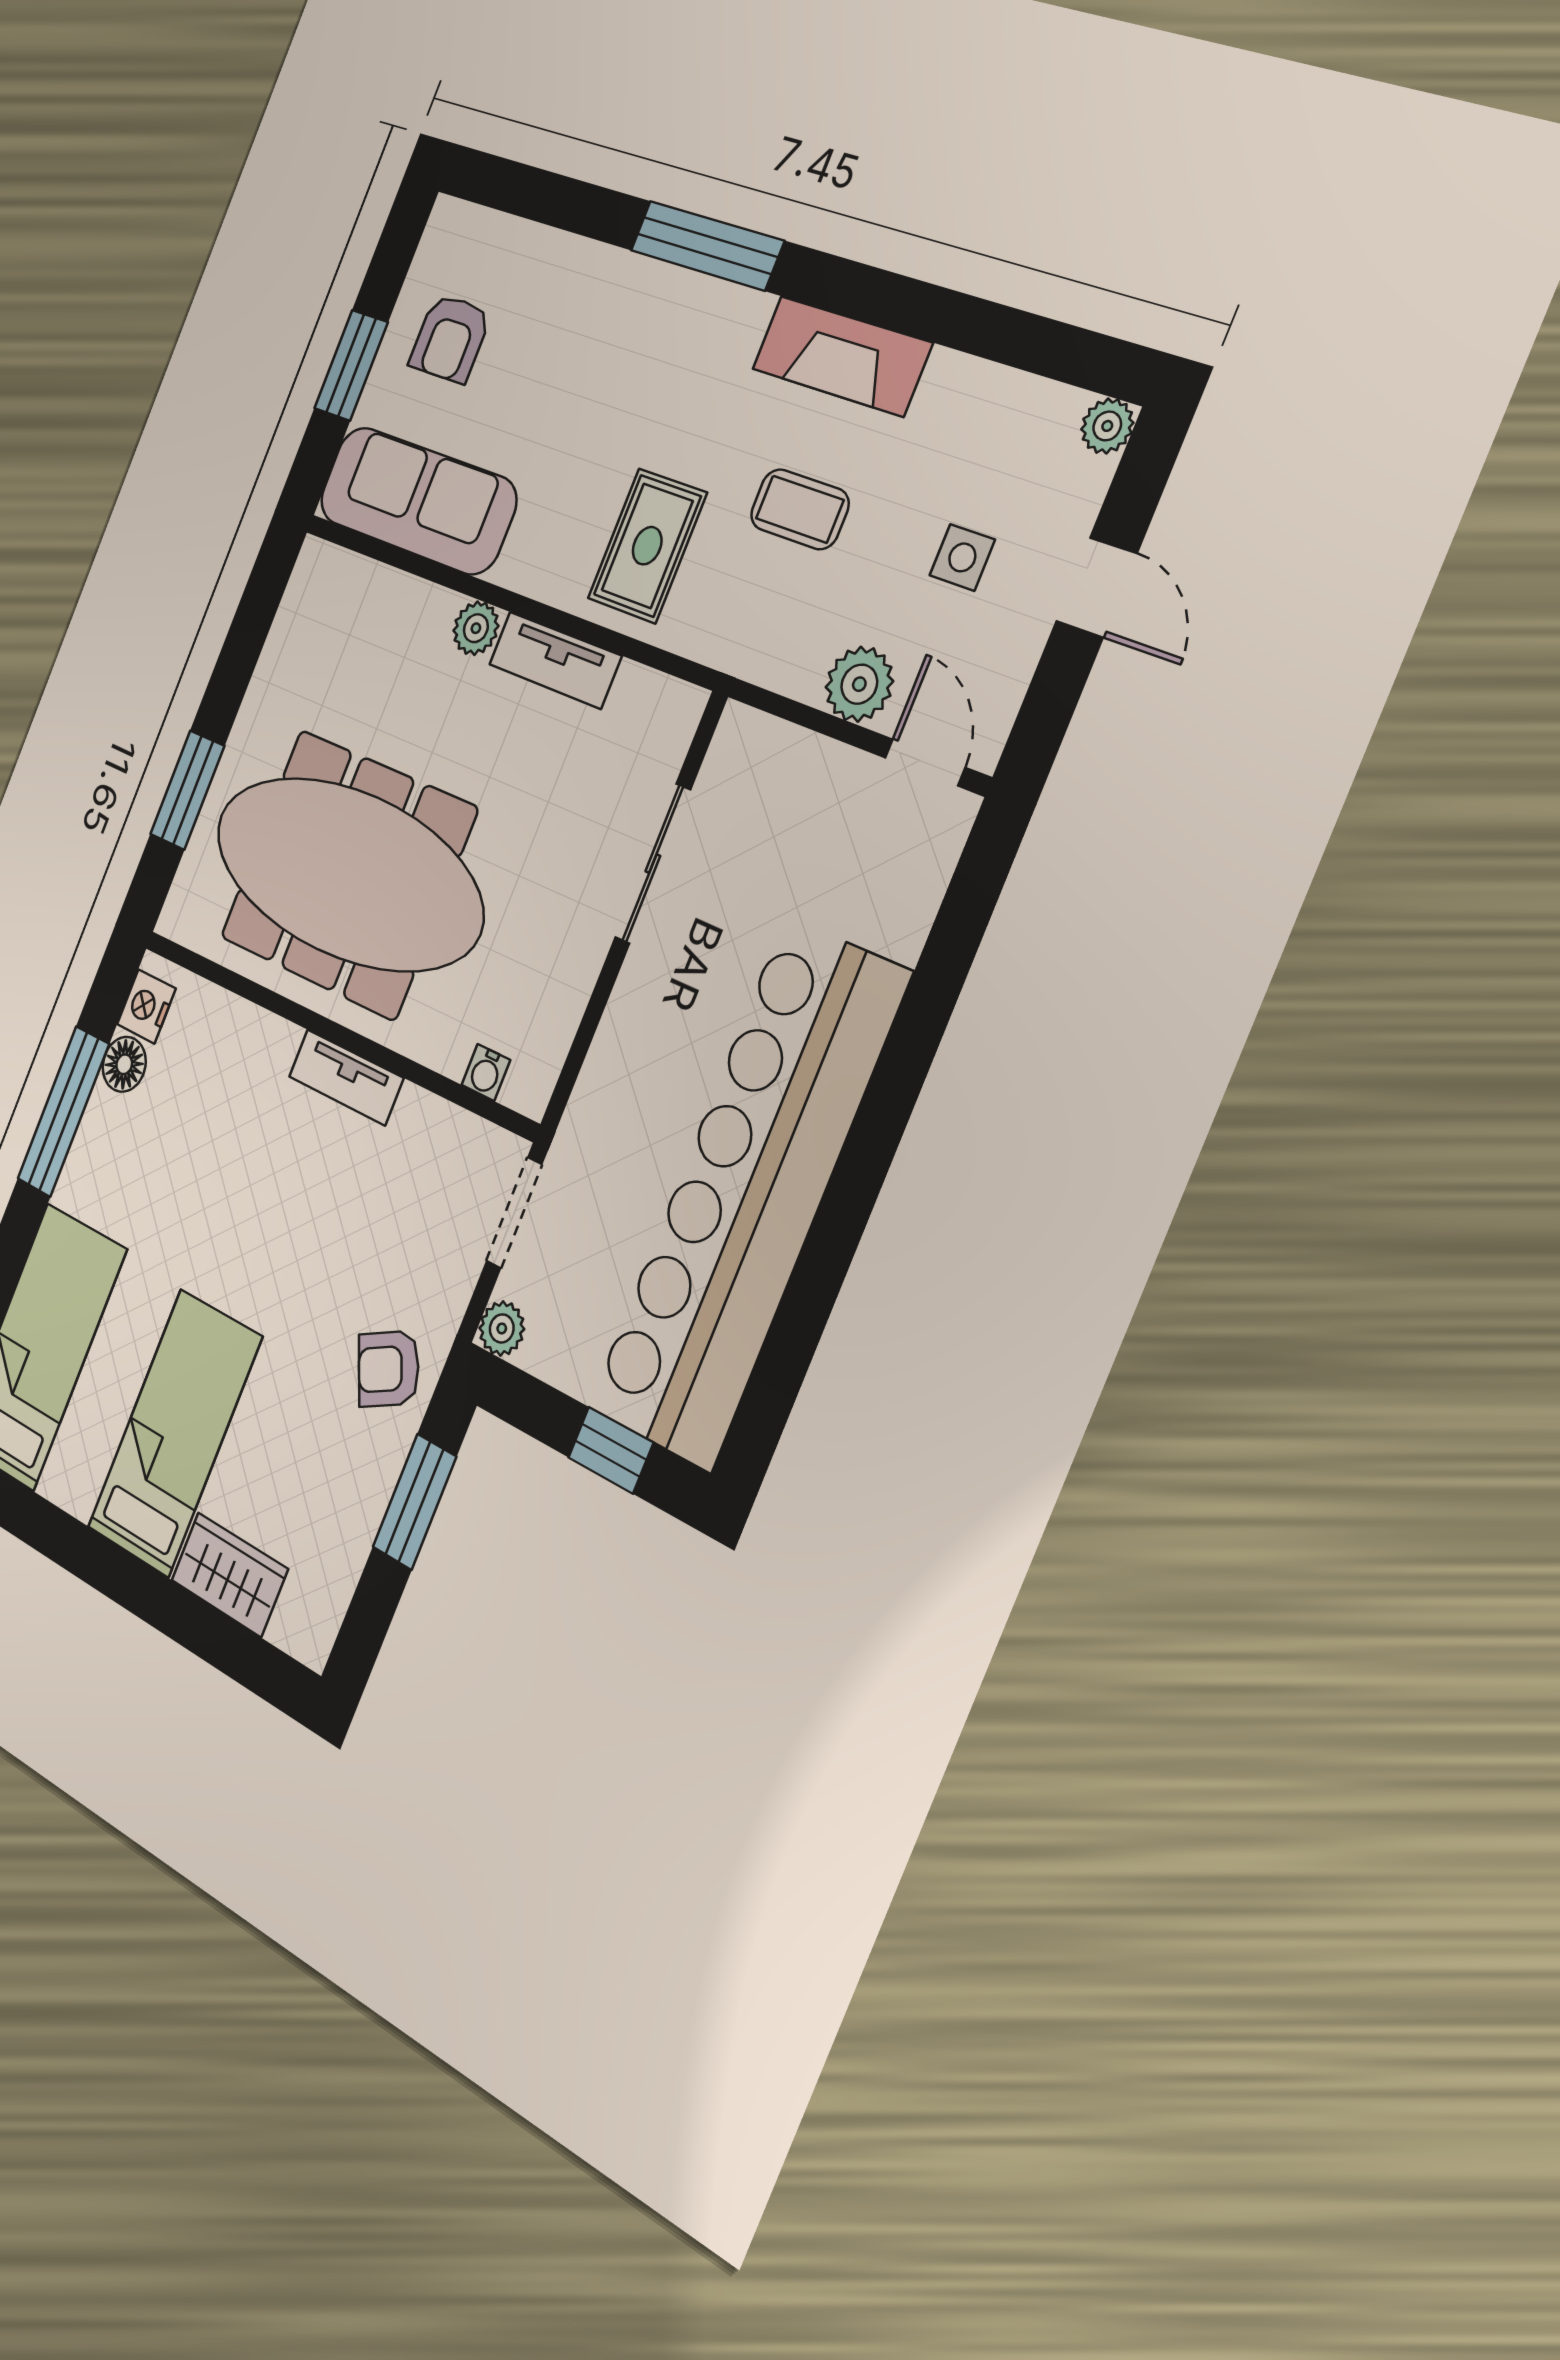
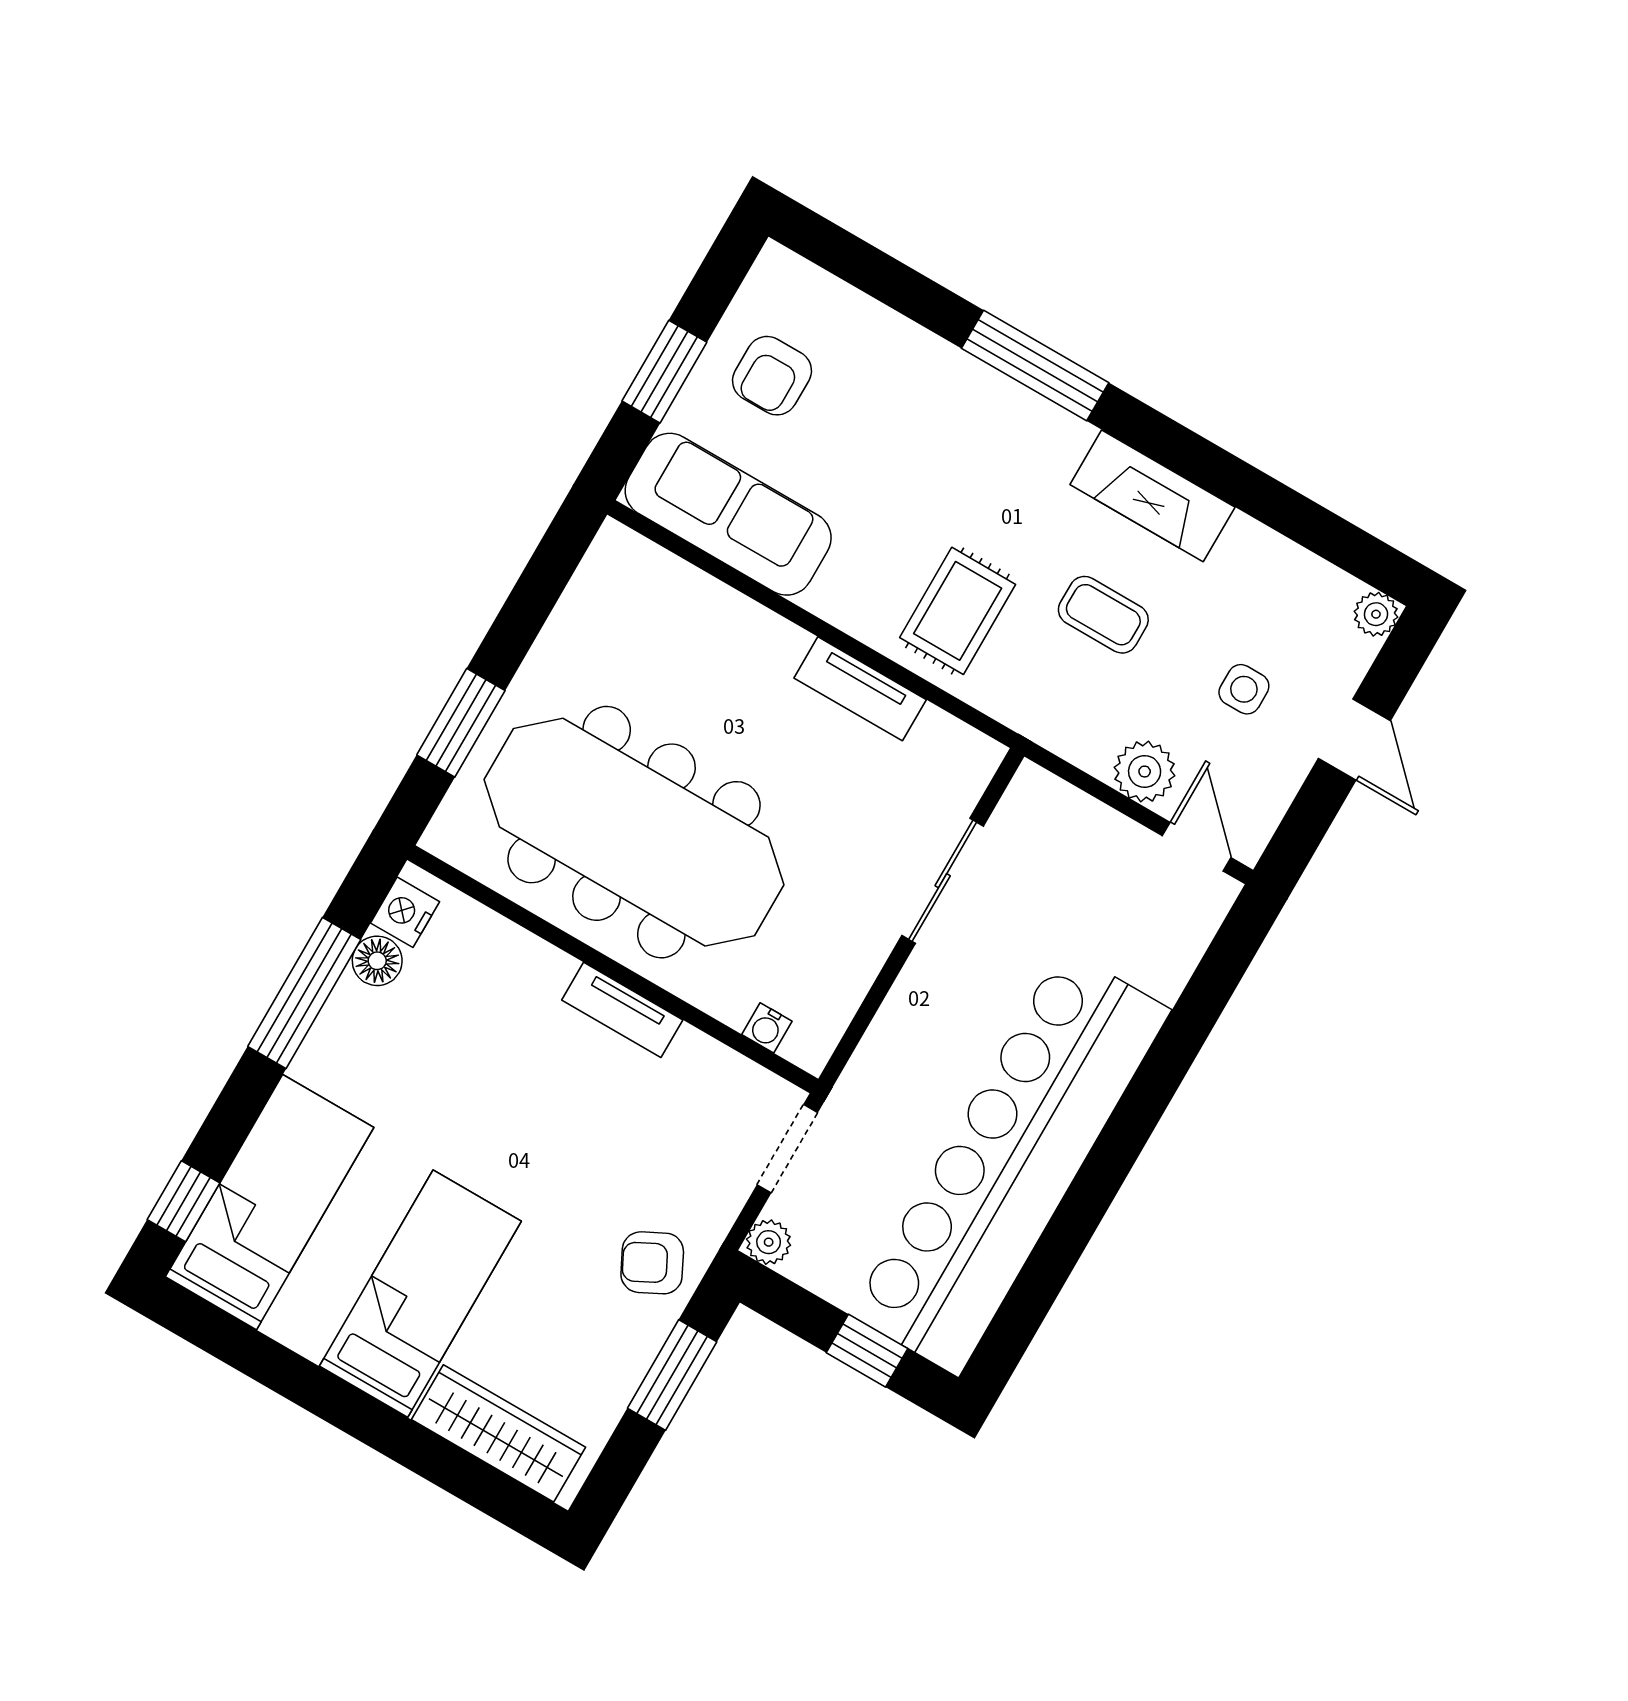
plant: (476, 628) -> (782, 643), removed
wardrobe: (229, 1575) -> (498, 1433), width x1.50

